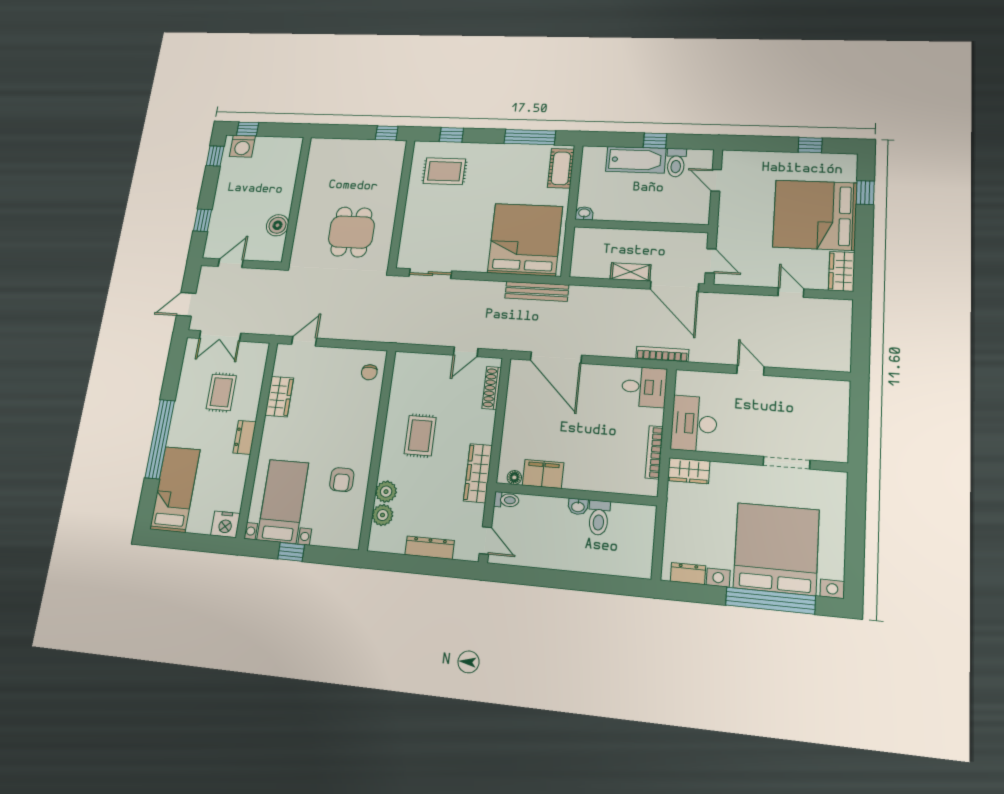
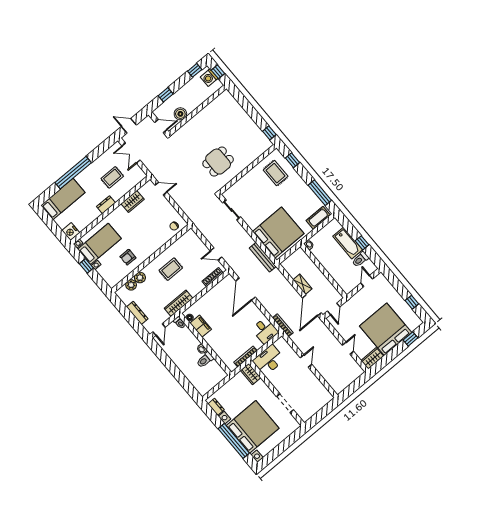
wall: (297, 199) -> (197, 110), moved
boiler: (277, 225) -> (180, 114), moved

